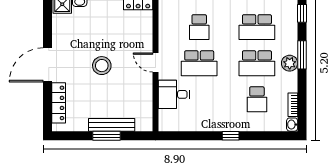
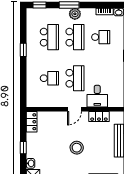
locker: (145, 97) -> (99, 117), added

